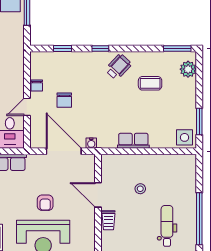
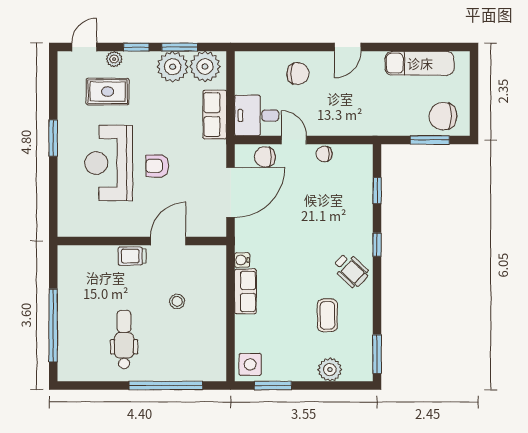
plant: (188, 69) -> (330, 370), moved
chair: (64, 100) -> (265, 157), moved
water cooler: (91, 143) -> (242, 260), moved
window: (199, 219) -> (166, 385), moved
dental chair: (167, 226) -> (124, 339), turned -90

